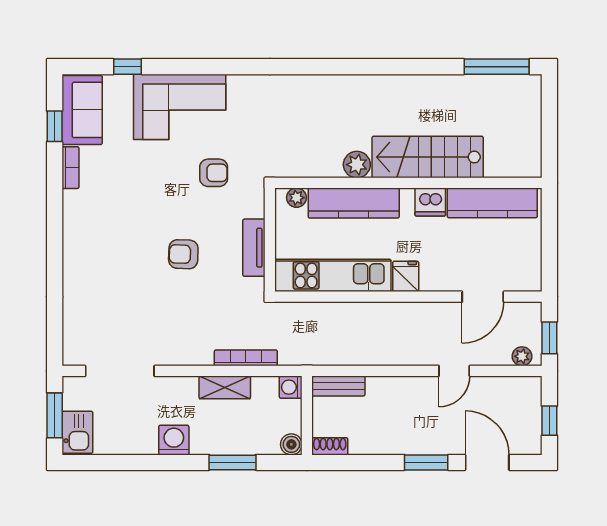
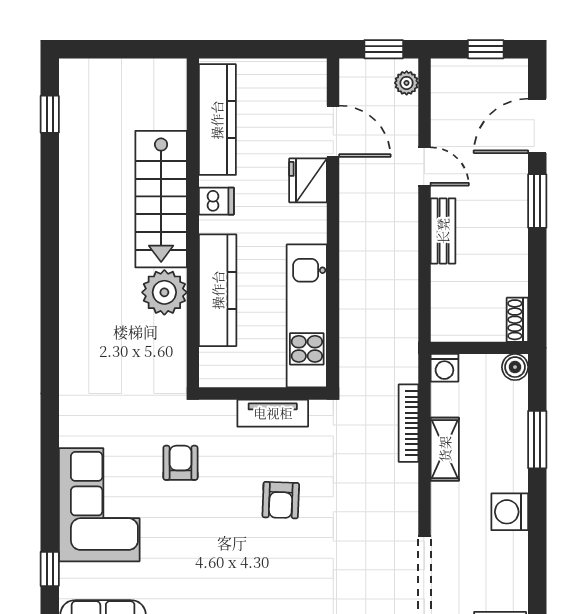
window: (497, 67) -> (50, 114), width x0.46
plant: (357, 165) -> (164, 292), width x1.36, depth x1.36
plant: (297, 198) -> (211, 361), removed
dishwasher: (430, 202) -> (216, 201), width x0.73
fridge: (406, 276) -> (308, 180), moved, width x1.38
bench: (338, 386) -> (443, 231), moved

